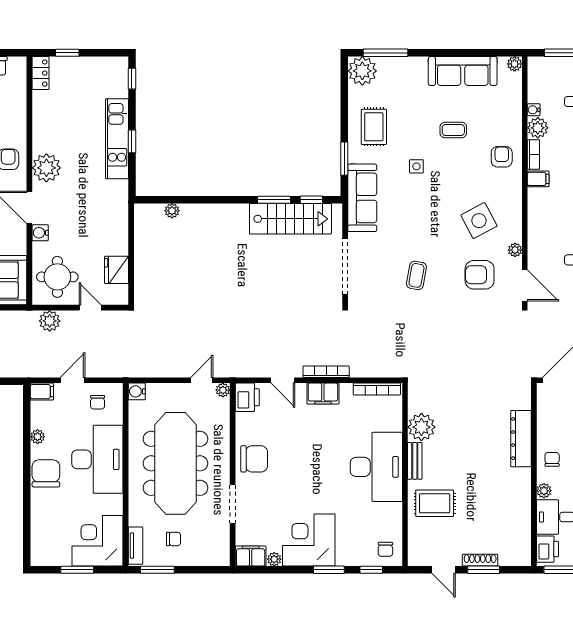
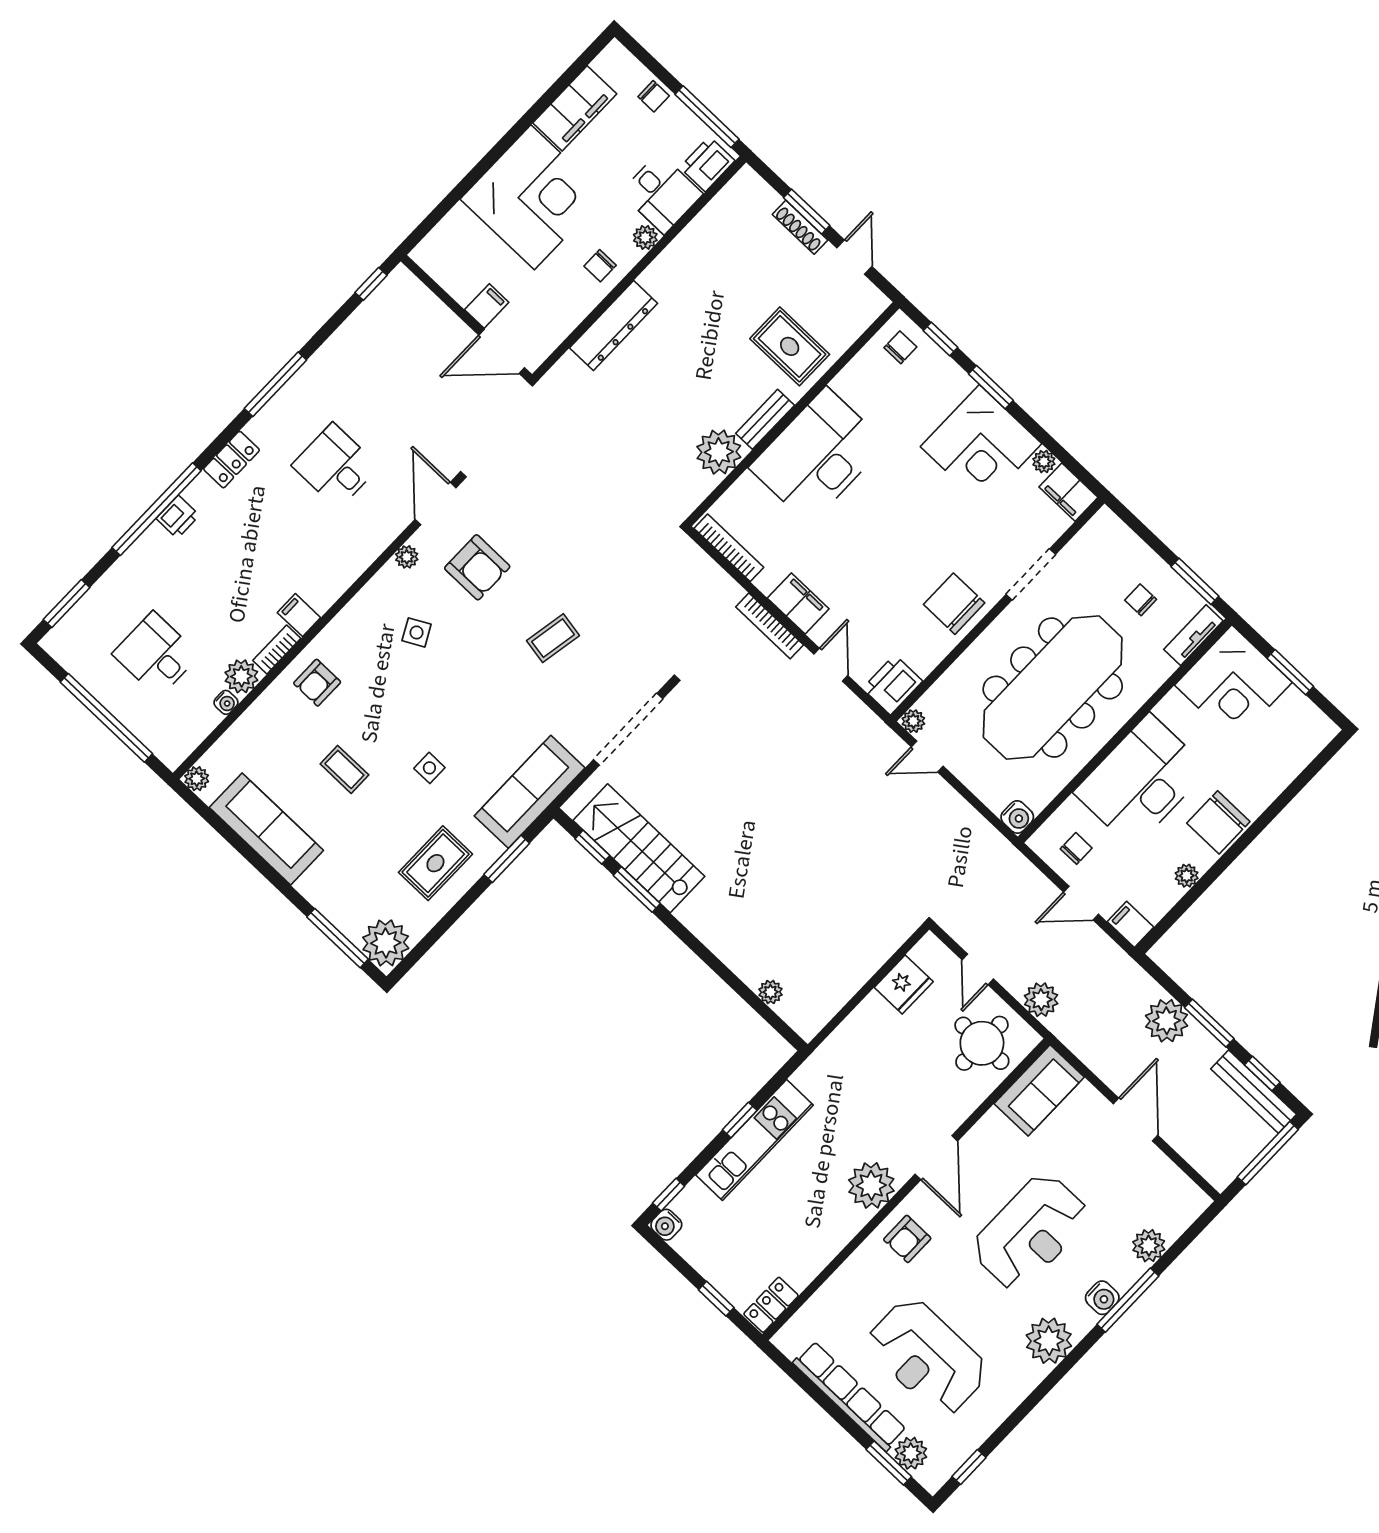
side table: (479, 221) -> (417, 632), width x0.54, depth x0.54
water cooler: (40, 233) -> (666, 1225), moved, turned 90

